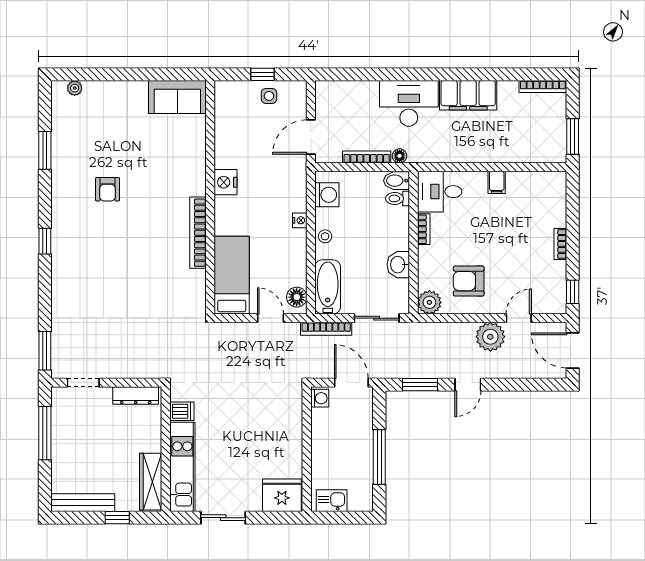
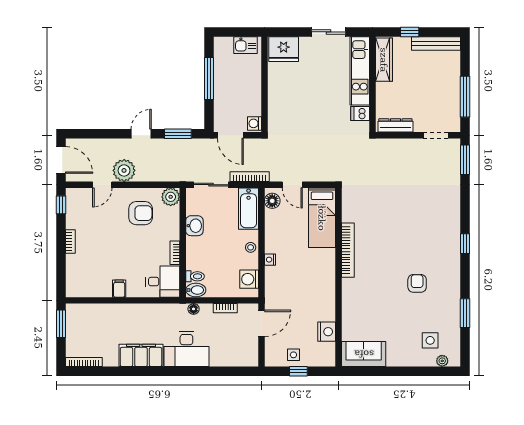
side table: (90, 115) -> (430, 340), added
bookcase: (367, 157) -> (225, 308), width x0.64
nightstand: (226, 182) -> (327, 332), moved

